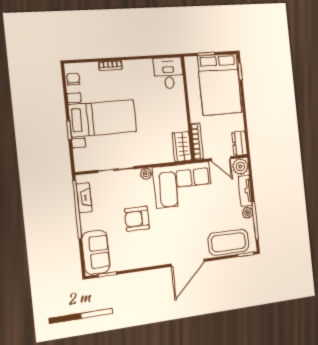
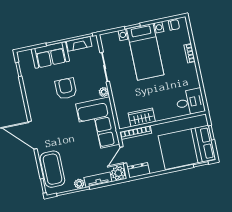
wardrobe: (182, 147) -> (142, 117), moved
sofa: (96, 252) -> (50, 55), moved

